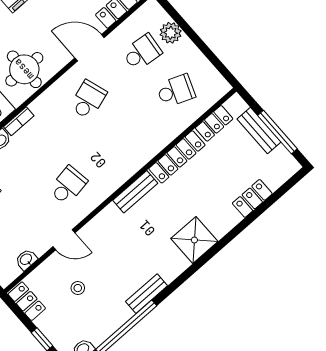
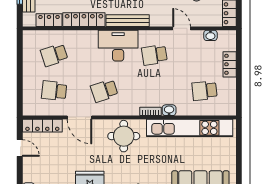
plant: (171, 33) -> (30, 88), removed
school desk: (176, 91) -> (54, 55), turned -39
desk: (116, 161) -> (118, 46), added
bench: (135, 192) -> (128, 21), width x1.36

